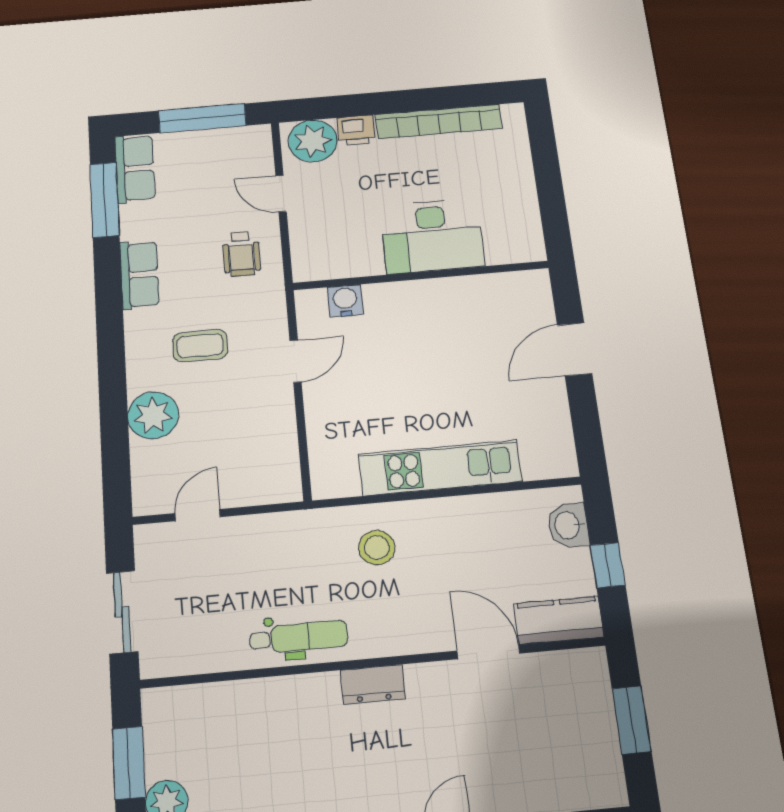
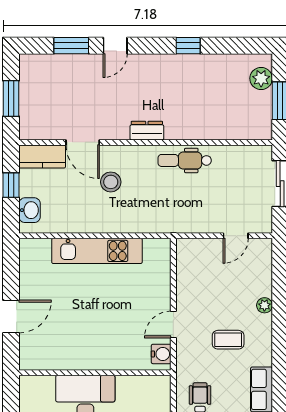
water cooler: (345, 301) -> (161, 354), moved, turned -90
plant: (153, 415) -> (264, 305), width x0.53, depth x0.53
stool: (377, 548) -> (111, 182), moved

